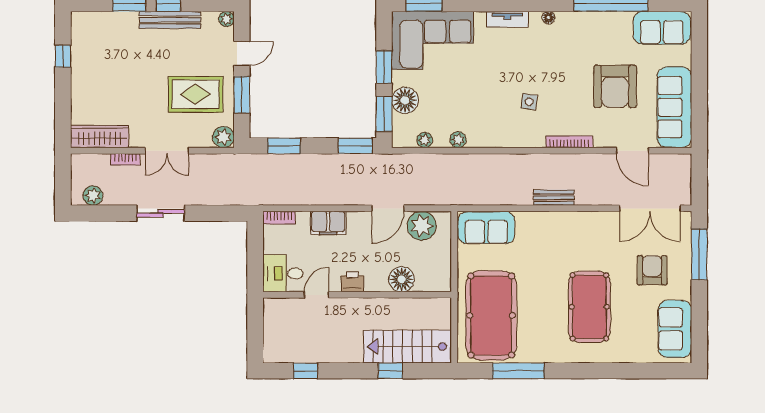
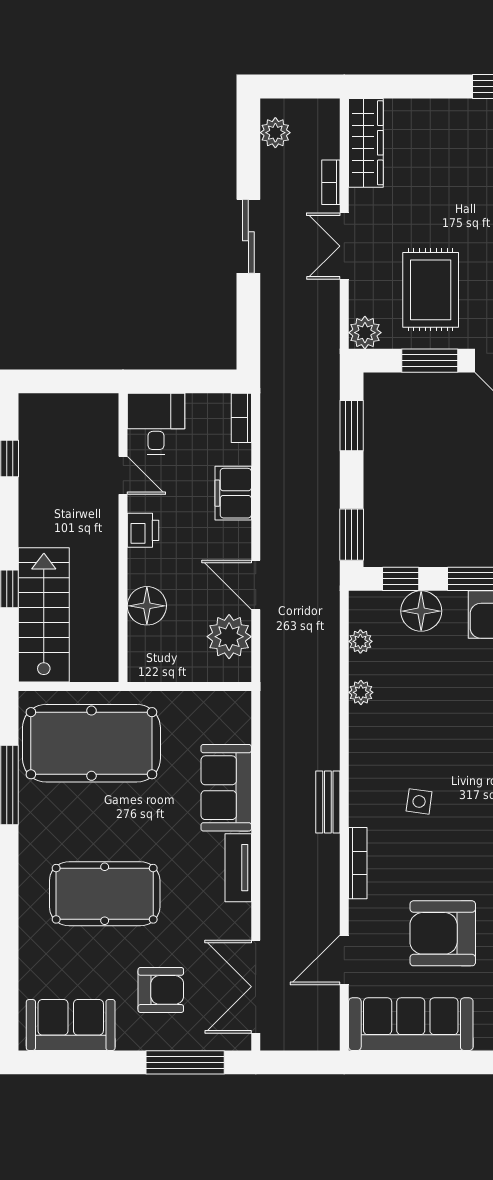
window: (384, 114) -> (401, 579), width x0.67
bench: (554, 198) -> (328, 802), moved
tv unit: (572, 220) -> (238, 868), added
sofa: (486, 228) -> (226, 788), moved

